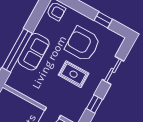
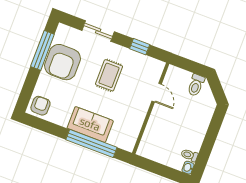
window: (103, 20) -> (42, 50), width x2.17
armchair: (83, 44) -> (62, 62), moved

